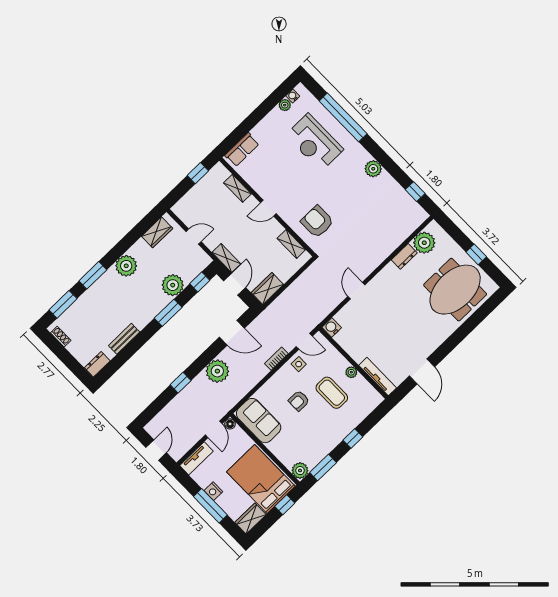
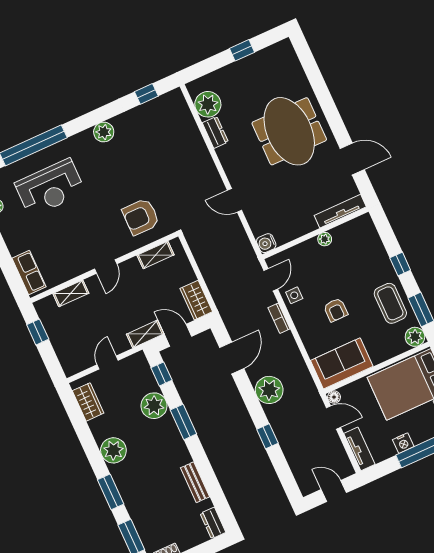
meeting table: (455, 290) -> (289, 131), moved
coffee table: (332, 393) -> (390, 303), moved, turned 90

